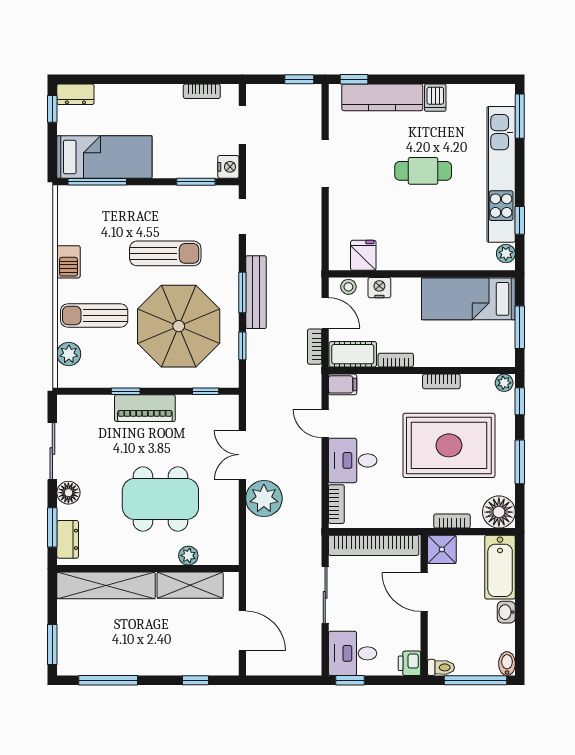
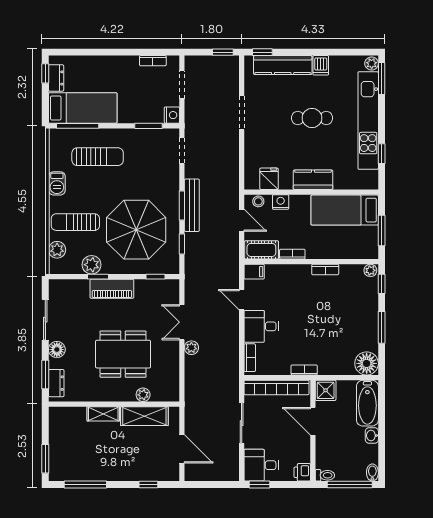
dresser: (75, 94) -> (56, 78), moved, turned -90
sun lounger: (165, 253) -> (98, 157), moved
plant: (506, 254) -> (372, 63), moved
kitchen counter: (424, 257) -> (313, 180), added
bookcase: (315, 347) -> (234, 244), removed
plant: (117, 375) -> (92, 265), added
rug: (449, 445) -> (331, 316), removed
plant: (264, 499) -> (191, 348), width x0.53, depth x0.53
bookcase: (452, 521) -> (304, 370), moved
shelving: (106, 585) -> (103, 414), width x0.45, depth x0.75

